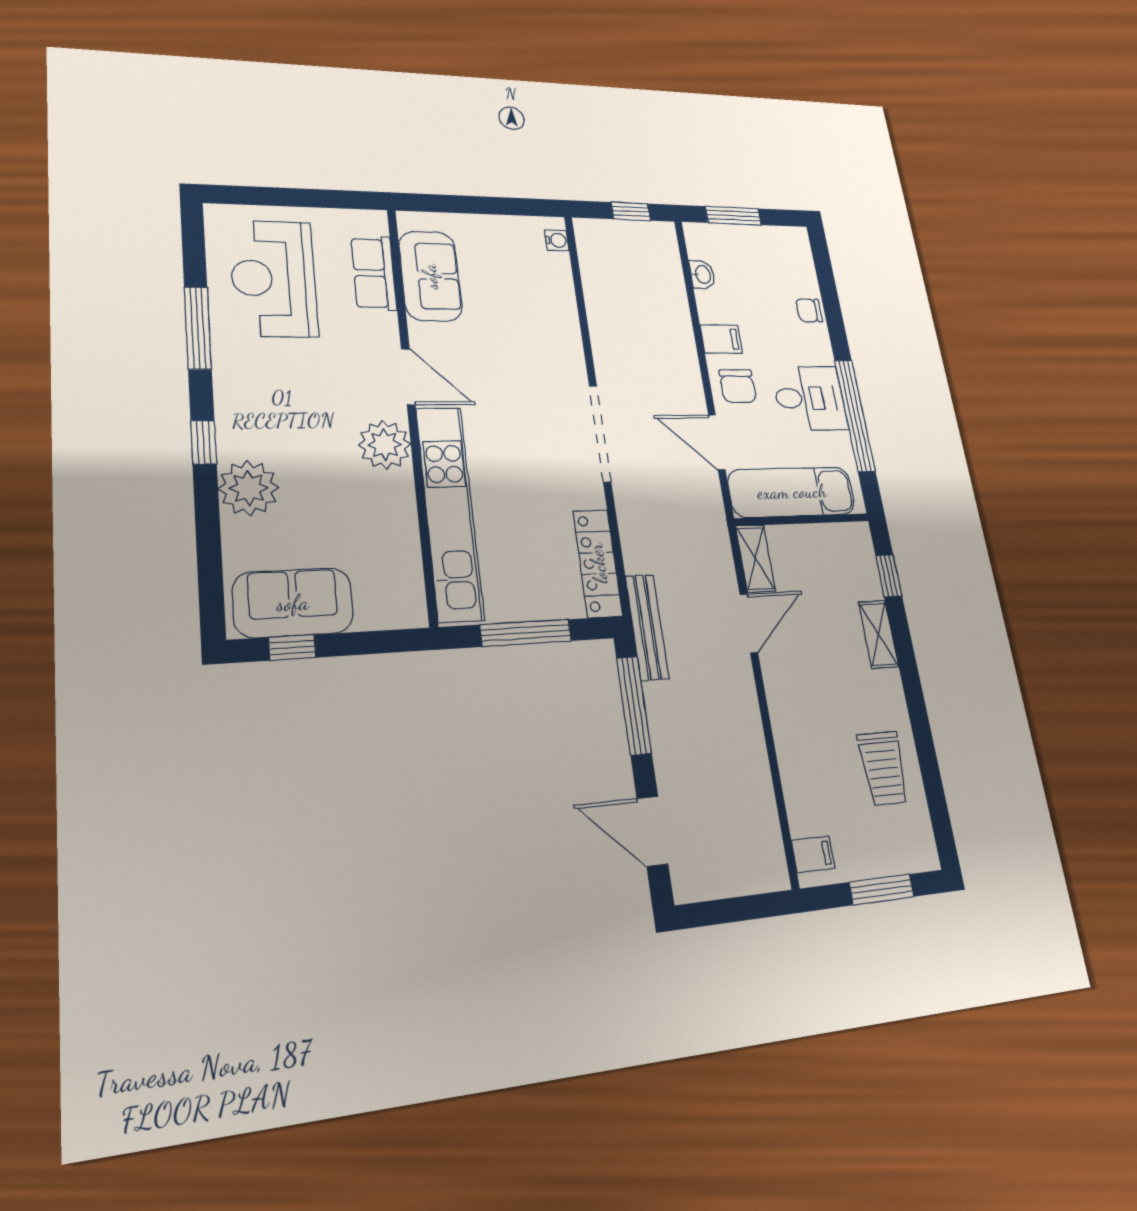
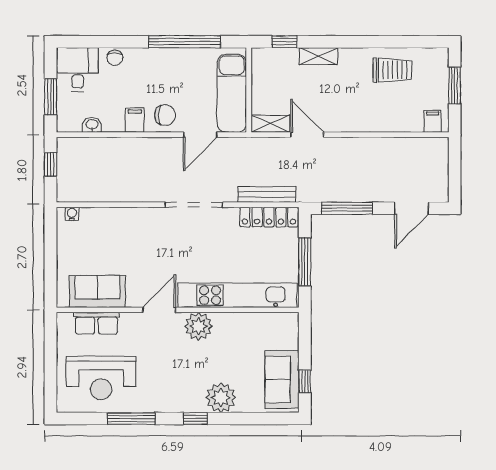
desk: (810, 398) -> (78, 70), moved
bench: (647, 627) -> (267, 194), moved

